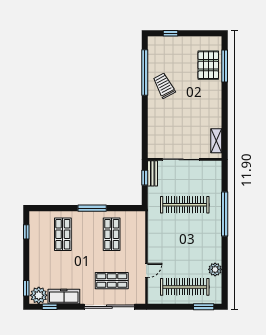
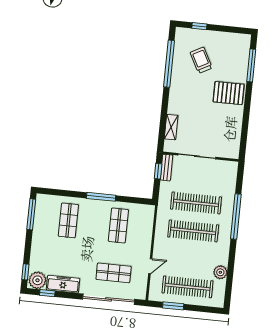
pallet: (208, 65) -> (229, 93), moved, turned 90
trolley: (164, 86) -> (201, 60), moved
shelving: (216, 141) -> (171, 127), moved
window: (26, 232) -> (31, 214), width x2.17
clothes rail: (185, 232) -> (193, 231), added
window: (204, 307) -> (173, 306), moved

